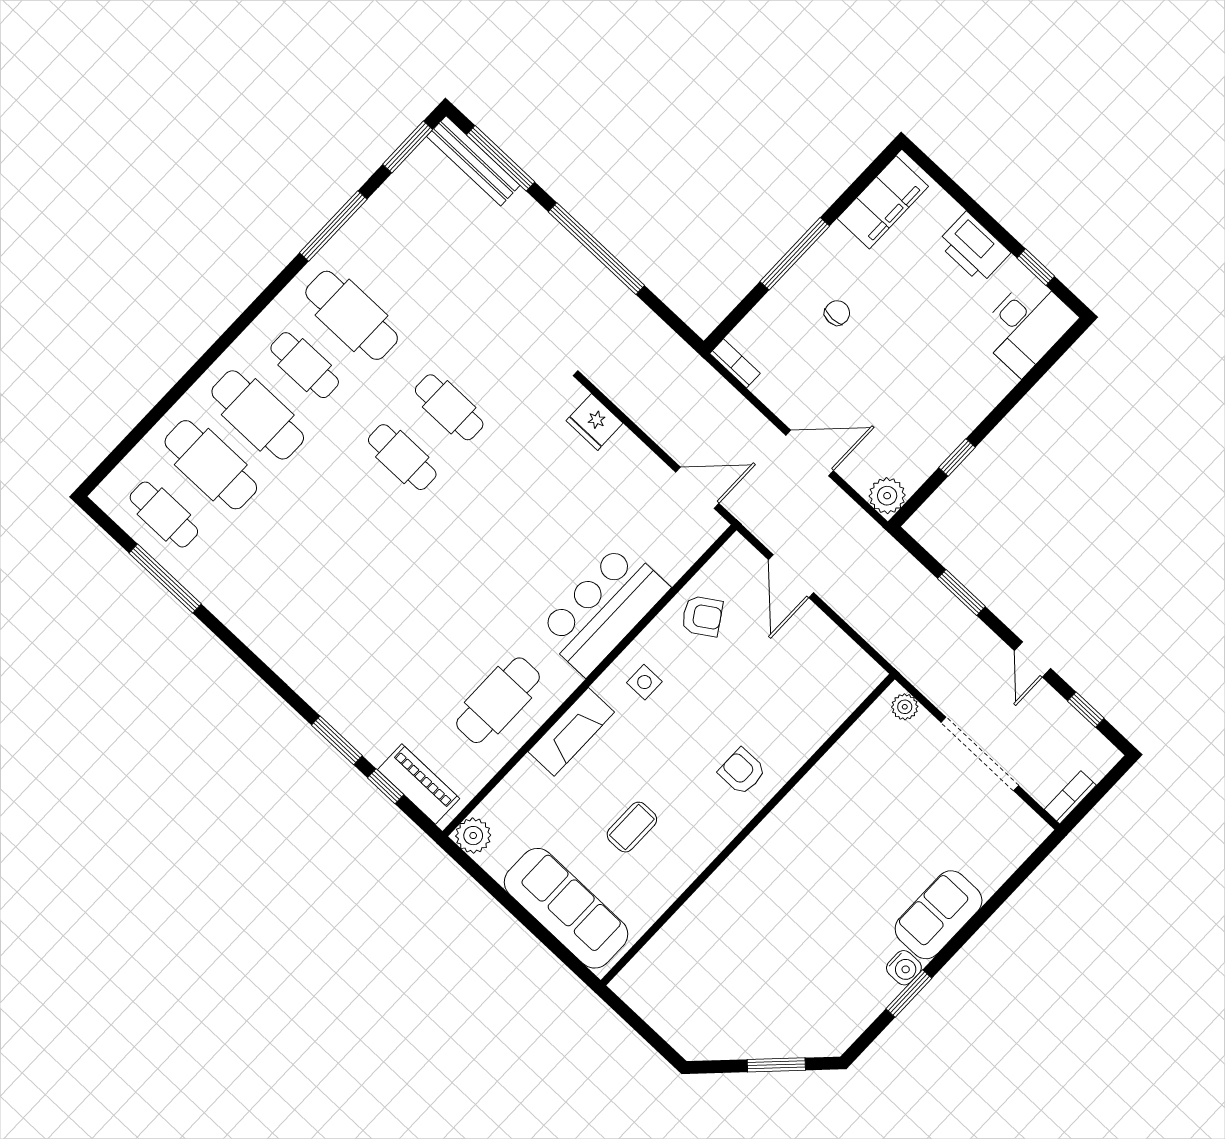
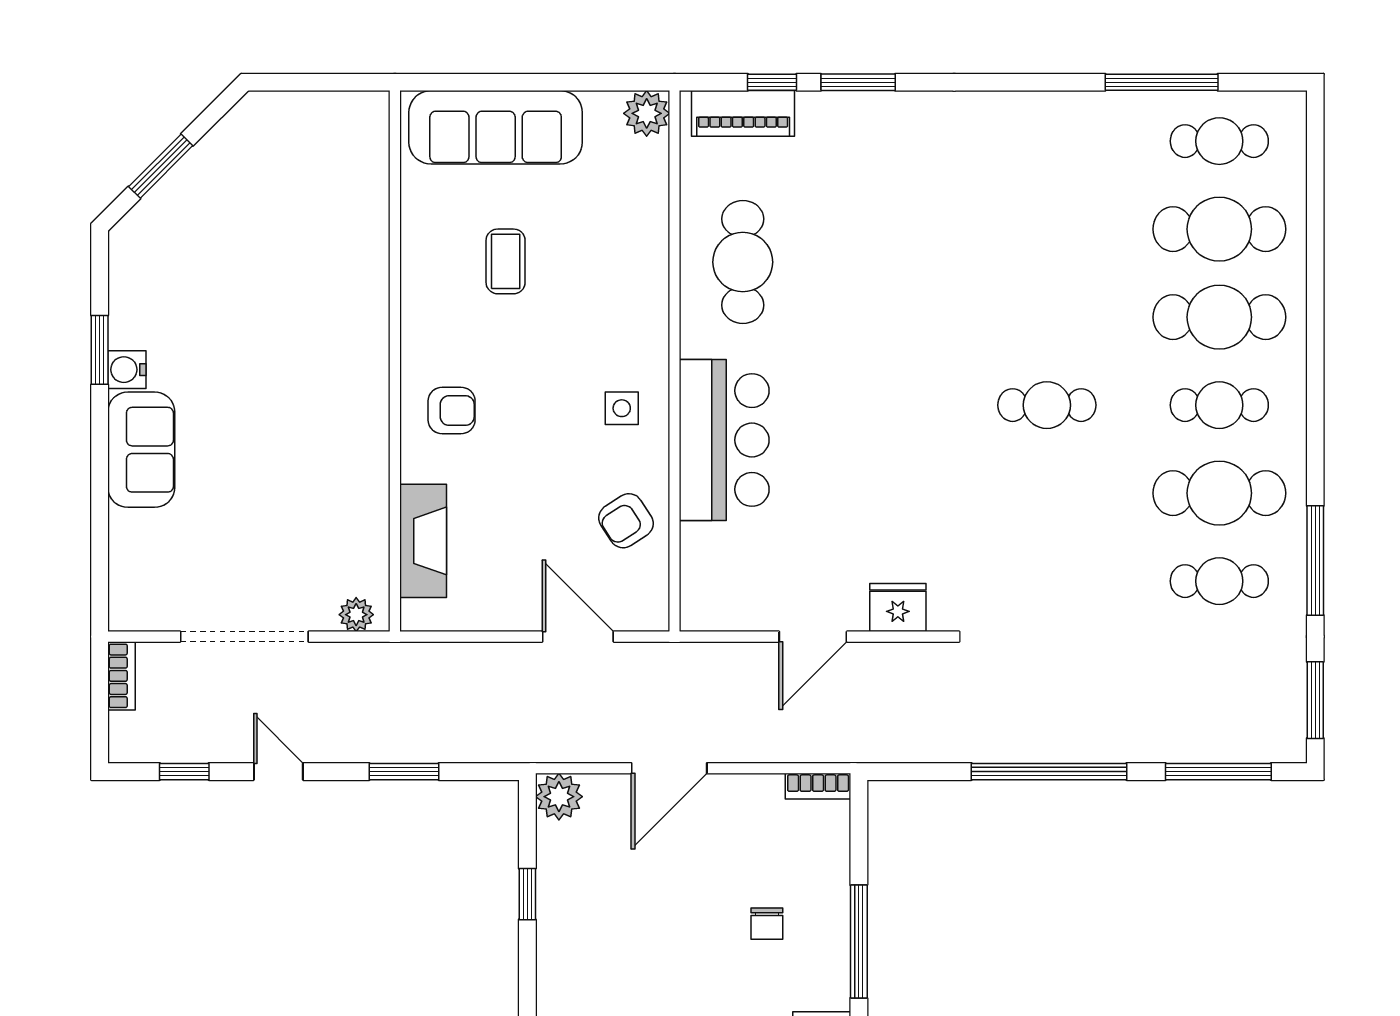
bench: (473, 161) -> (1242, 745), removed
cafe table: (449, 407) -> (1219, 581), moved
door: (697, 488) -> (813, 637), moved
fireplace: (571, 732) -> (423, 541), moved, turned 180

